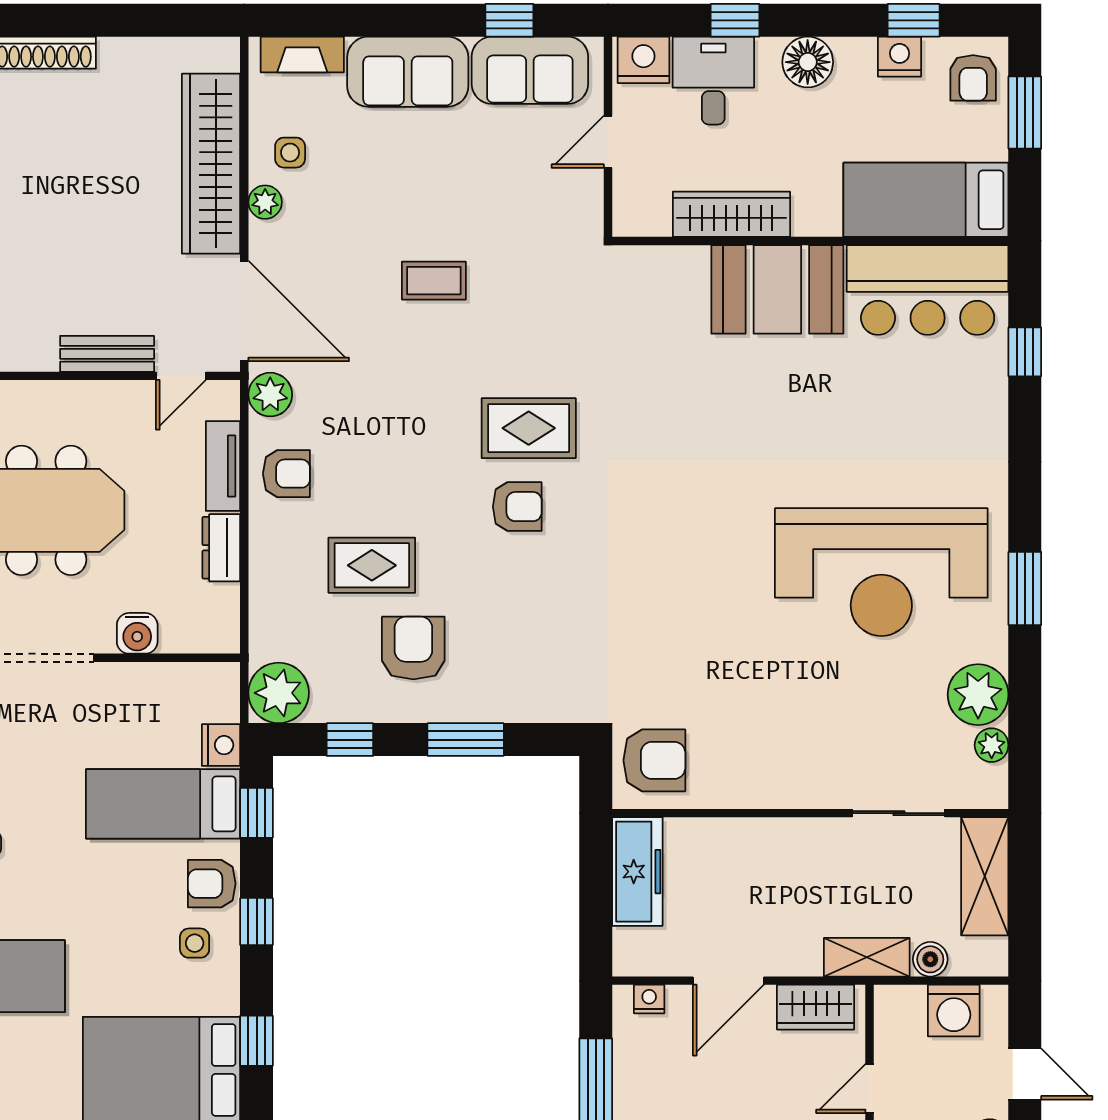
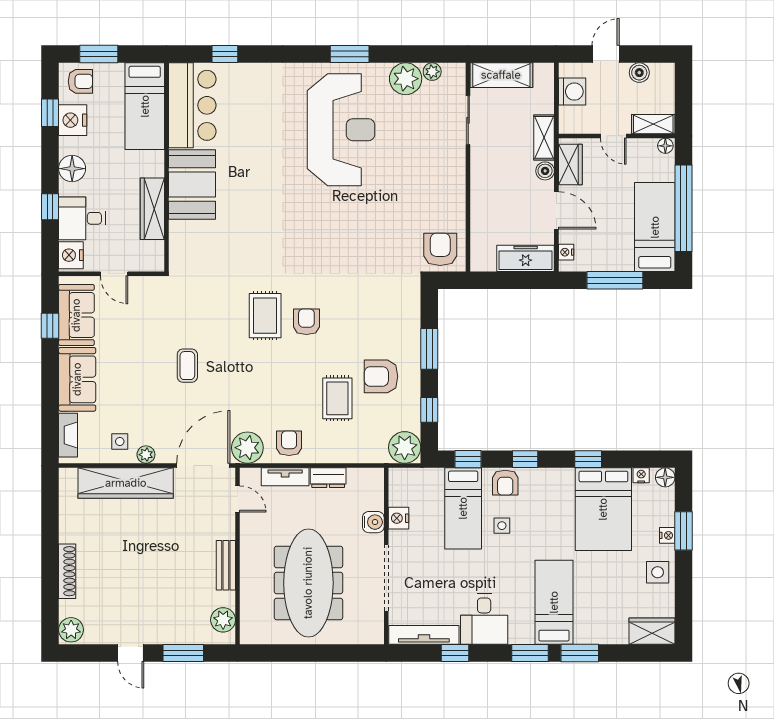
nightstand: (900, 57) -> (73, 120), width x1.36, depth x1.33
bench: (107, 354) -> (226, 565), moved
plant: (270, 395) -> (247, 448), width x1.36, depth x1.36
nightstand: (221, 745) -> (398, 518), moved, turned -90
freezer: (637, 872) -> (526, 258), moved
side table: (195, 943) -> (502, 526), moved
boiler: (930, 959) -> (545, 171), moved

